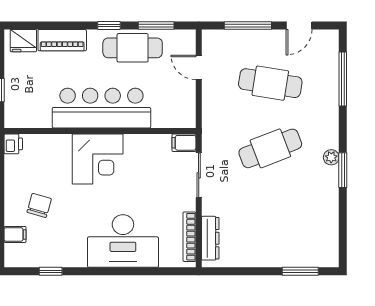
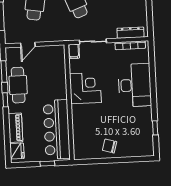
bar counter: (101, 108) -> (57, 129), moved
printer: (13, 144) -> (79, 154), removed
corner desk: (98, 159) -> (85, 88), moved
chair: (39, 205) -> (110, 146), moved
filing cabinet: (15, 234) -> (134, 150), removed

